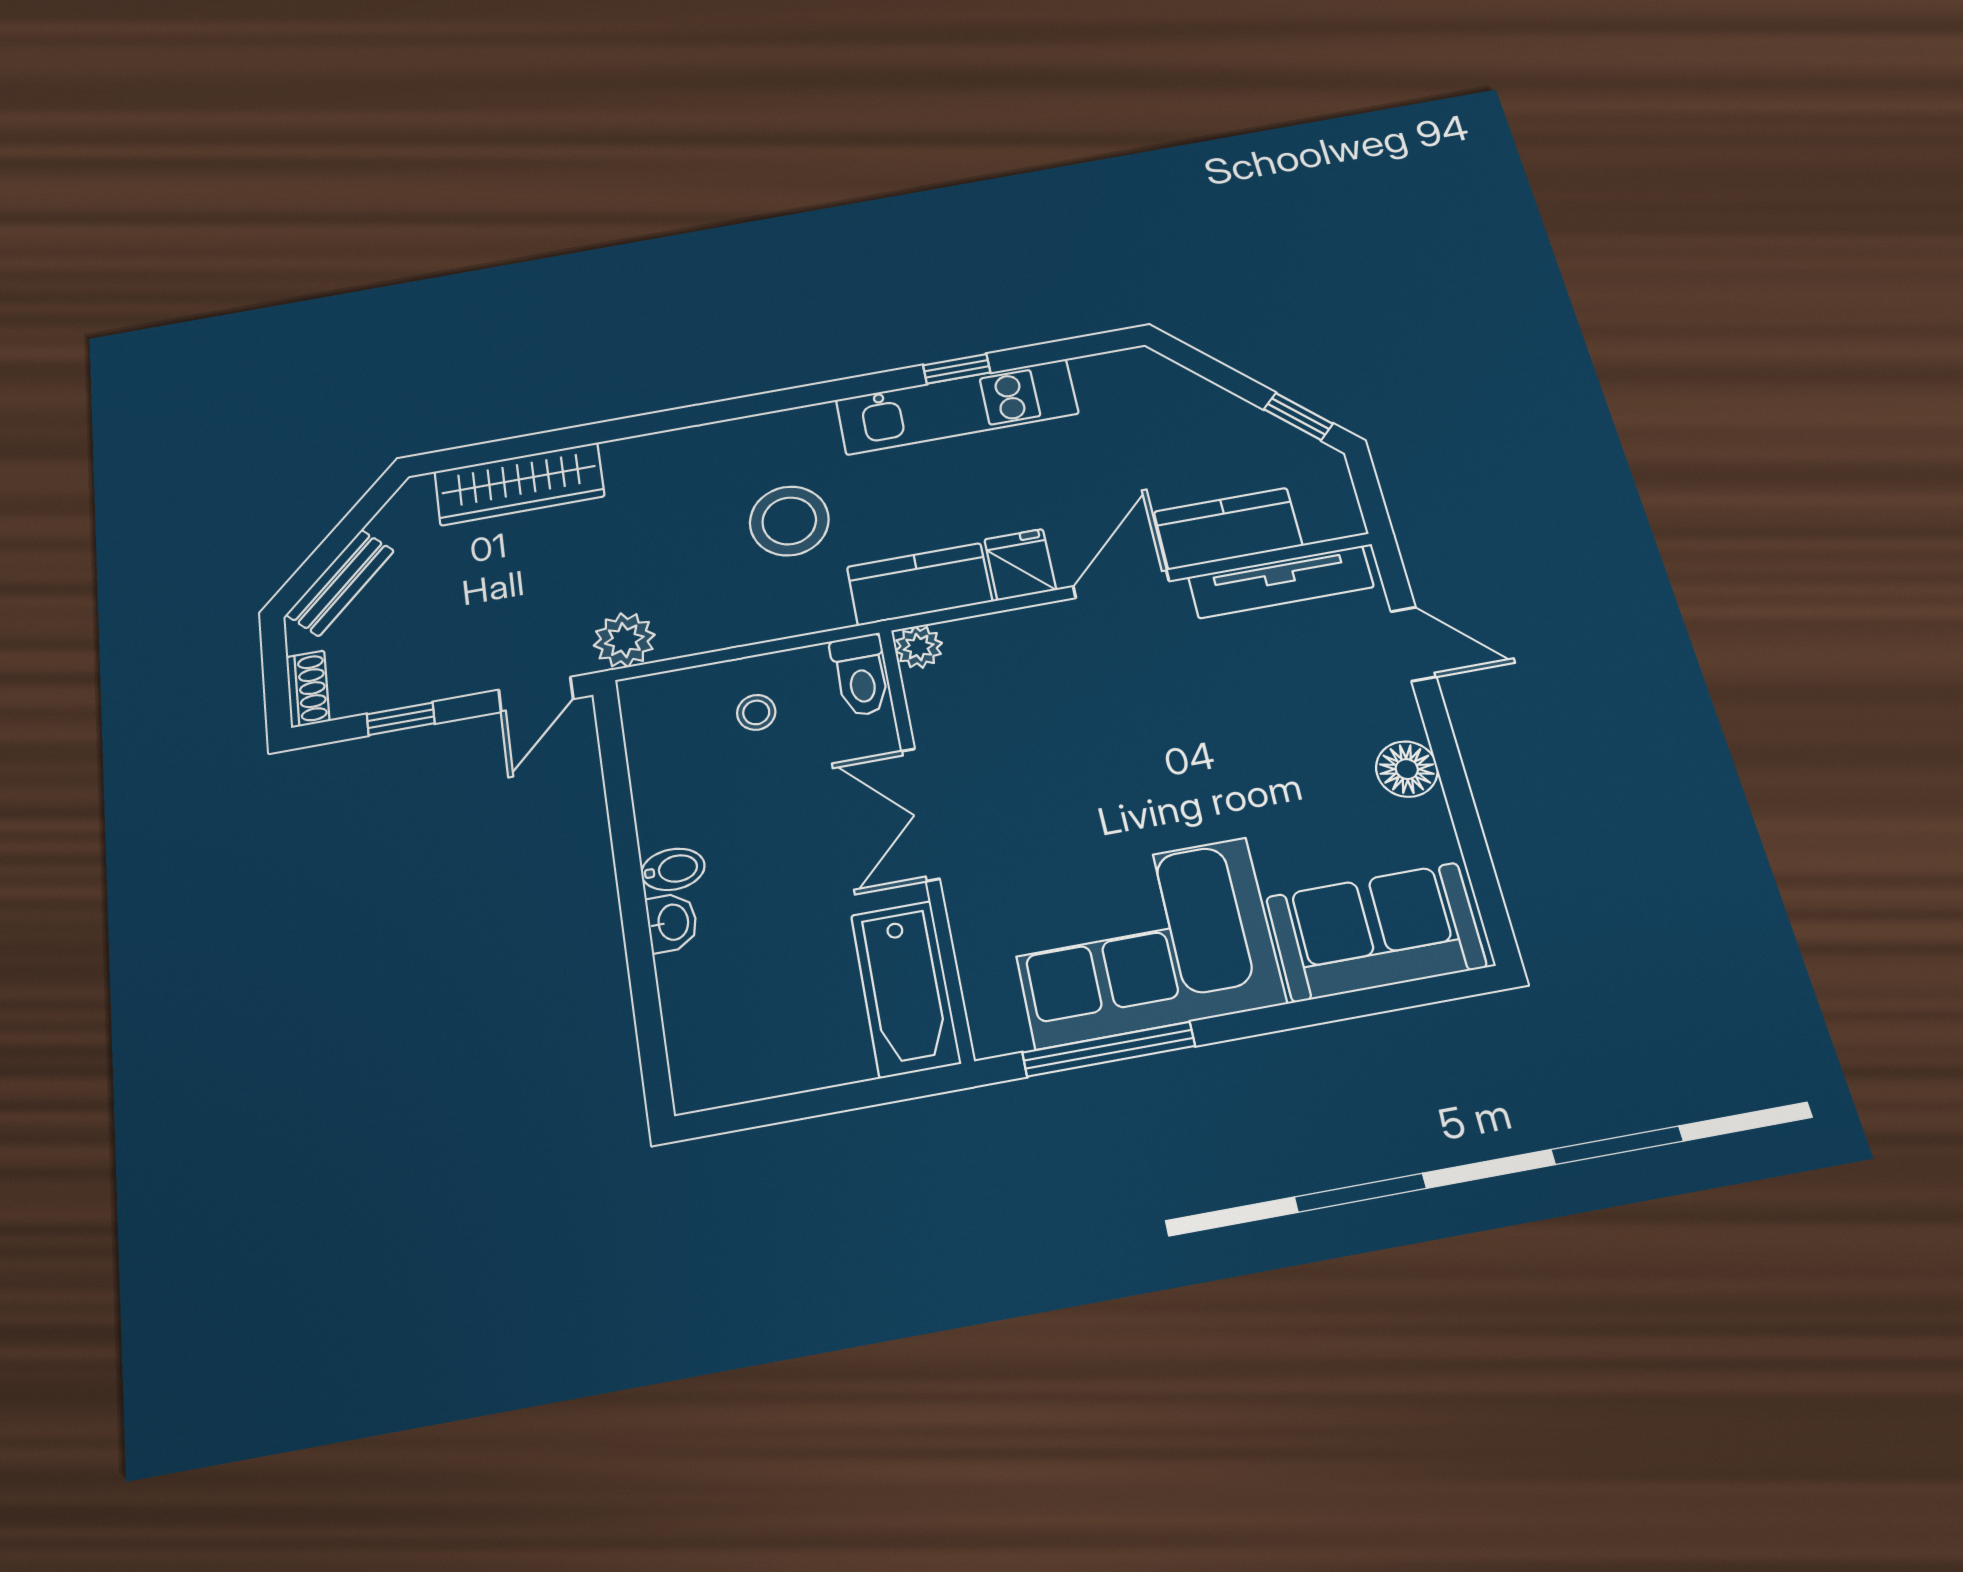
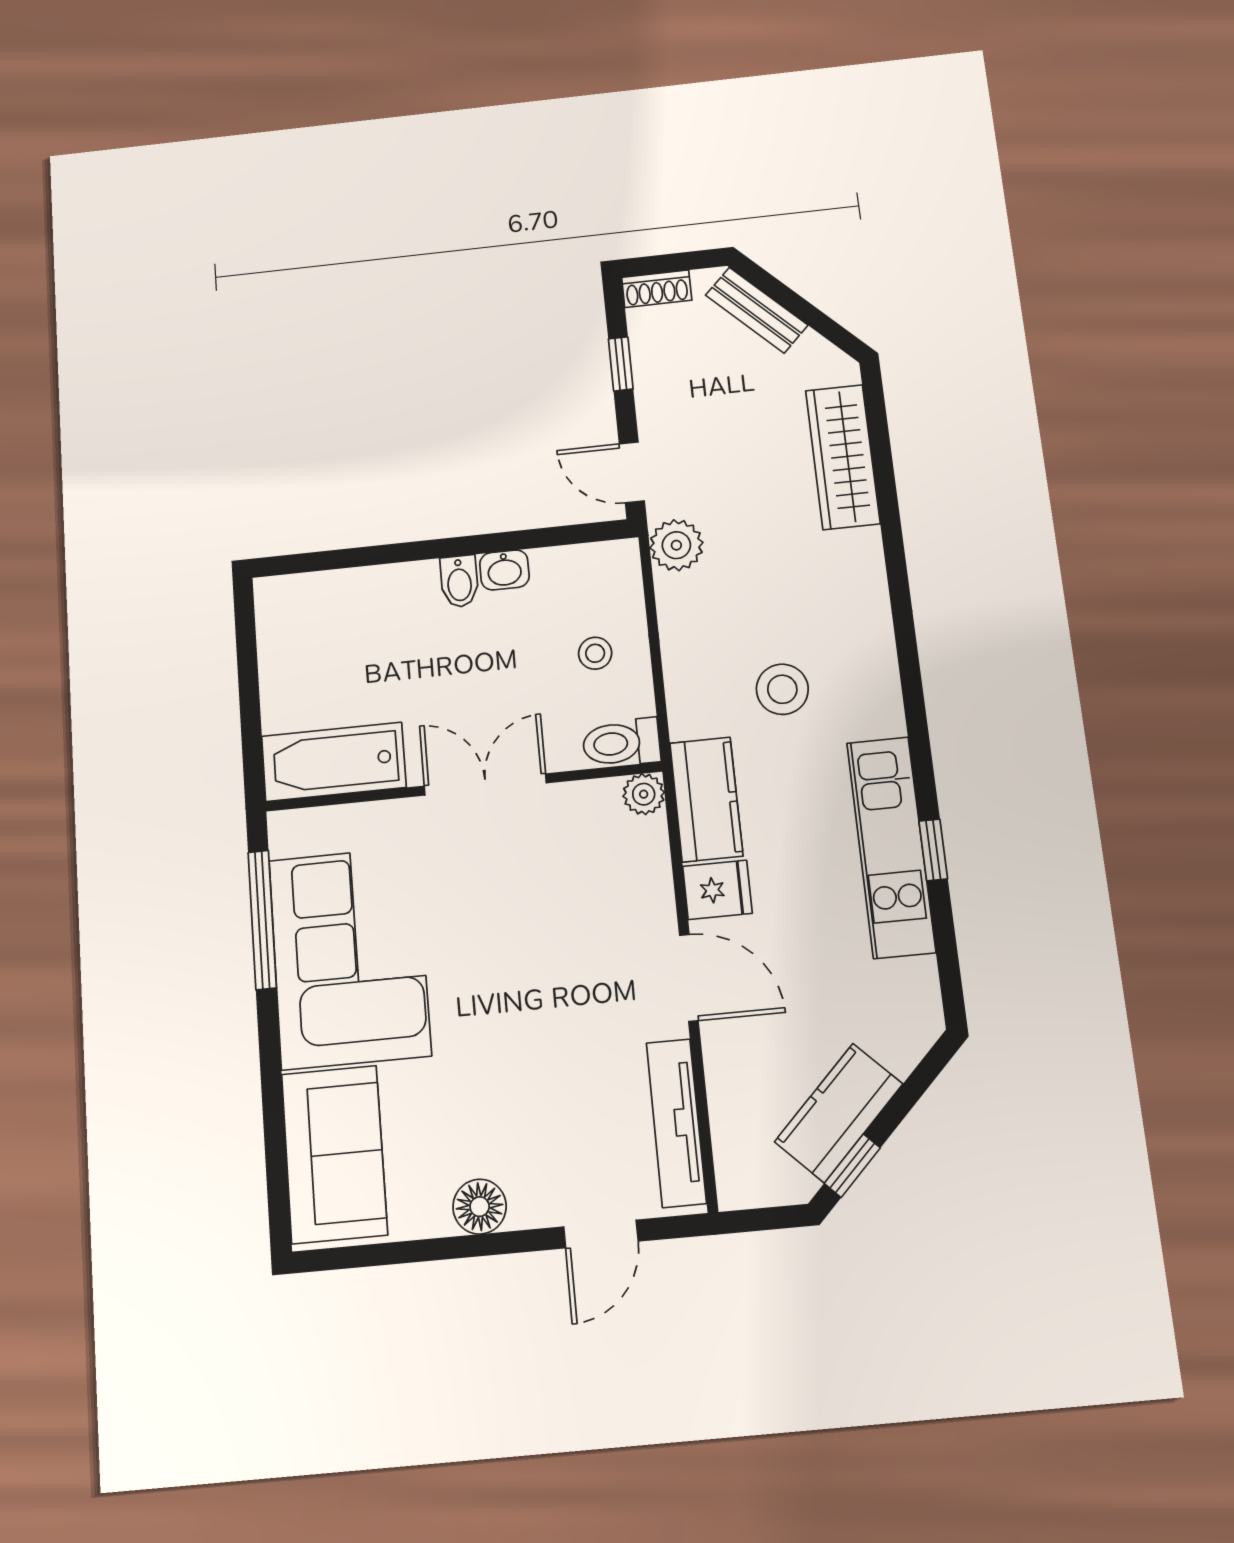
stool: (789, 521) -> (782, 689), width x0.73, depth x0.73
kitchen counter: (1228, 529) -> (839, 1113), moved, turned -135
washbasin: (672, 922) -> (504, 570), moved

